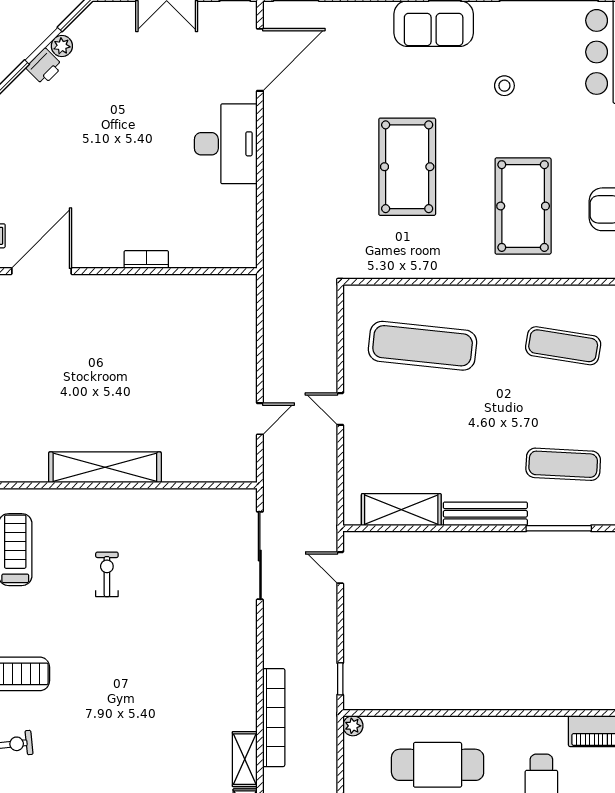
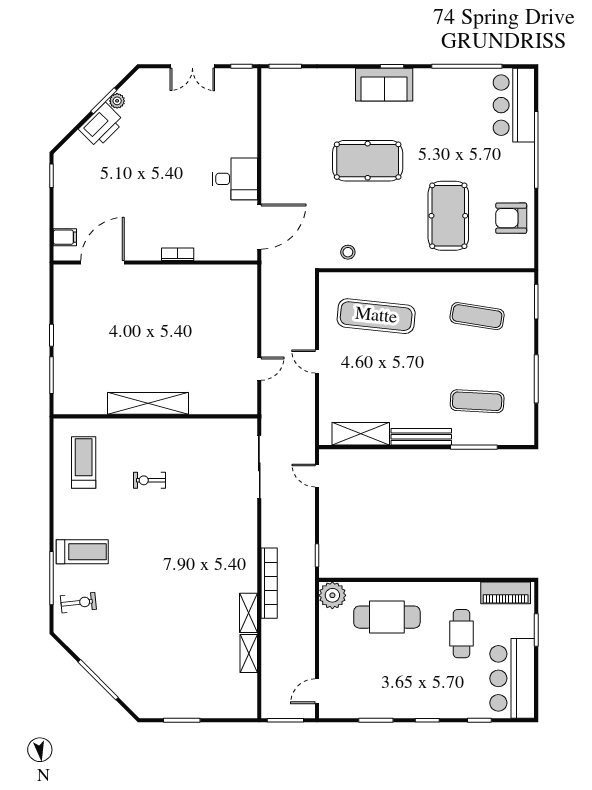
door: (260, 60) -> (259, 227), moved
printer: (44, 67) -> (101, 125), width x1.87, depth x1.48
stool: (504, 86) -> (348, 252), moved
desk: (226, 144) -> (235, 179), width x0.73
pool table: (407, 167) -> (368, 161), moved, turned 90
exercise bike: (107, 574) -> (149, 480), turned -90
plant: (353, 726) -> (332, 595), width x1.87, depth x1.87

